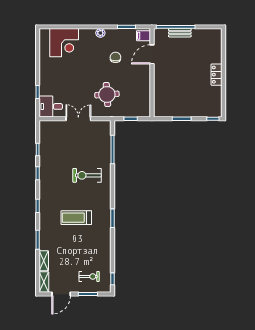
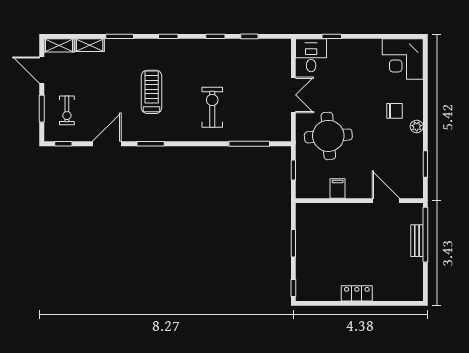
filing cabinet: (143, 36) -> (338, 188), moved
corner desk: (64, 43) -> (403, 59), moved
chair: (115, 57) -> (394, 111), moved
round table: (107, 94) -> (328, 136), width x1.36, depth x1.36
door: (112, 249) -> (107, 144), added

